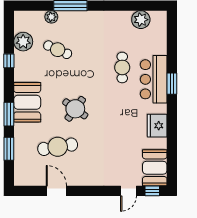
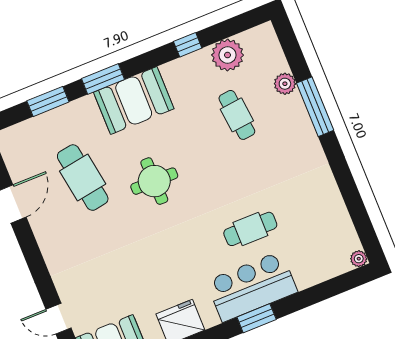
plant: (141, 20) -> (359, 259), moved, width x0.53, depth x0.53
cafe table: (58, 50) -> (237, 115), turned -30
round table: (75, 109) -> (154, 181), turned -36

